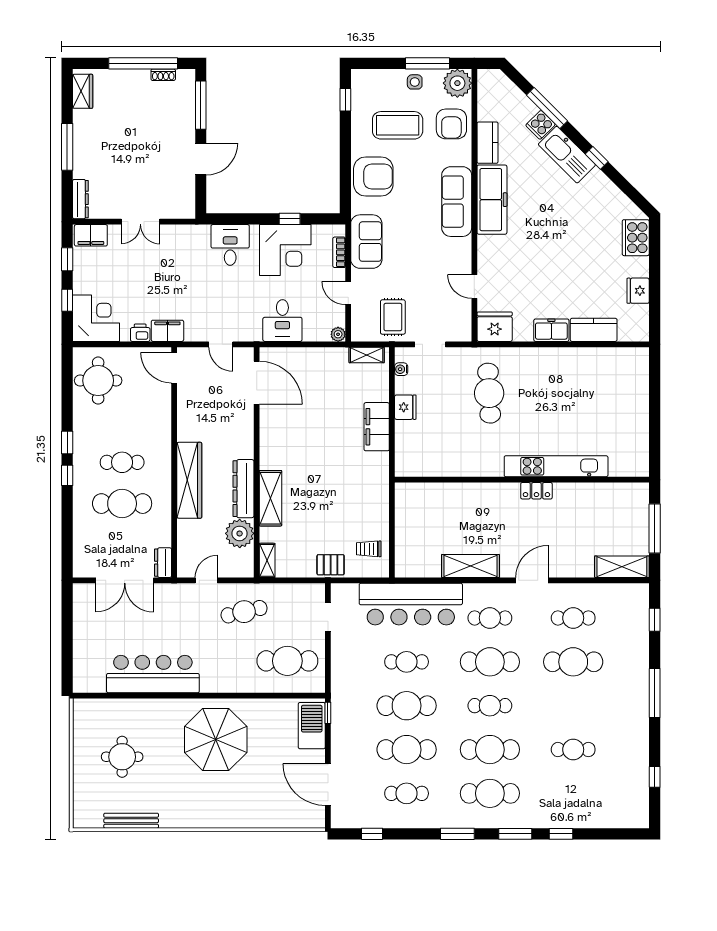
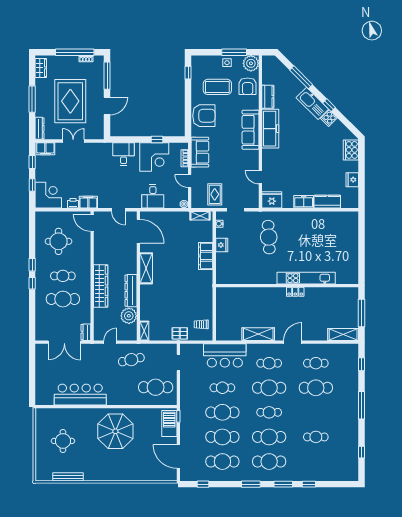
cooker: (540, 125) -> (329, 118), moved
rug: (135, 151) -> (70, 101), added
double door: (140, 222) -> (73, 141), swing flipped
round table: (98, 381) -> (59, 241), moved
shelving: (270, 498) -> (146, 268), moved
bar counter: (411, 604) -> (225, 355), width x0.73
cafe table: (407, 793) -> (222, 462), width x1.37, depth x1.35

